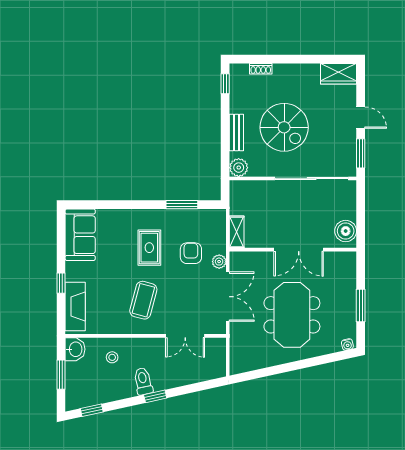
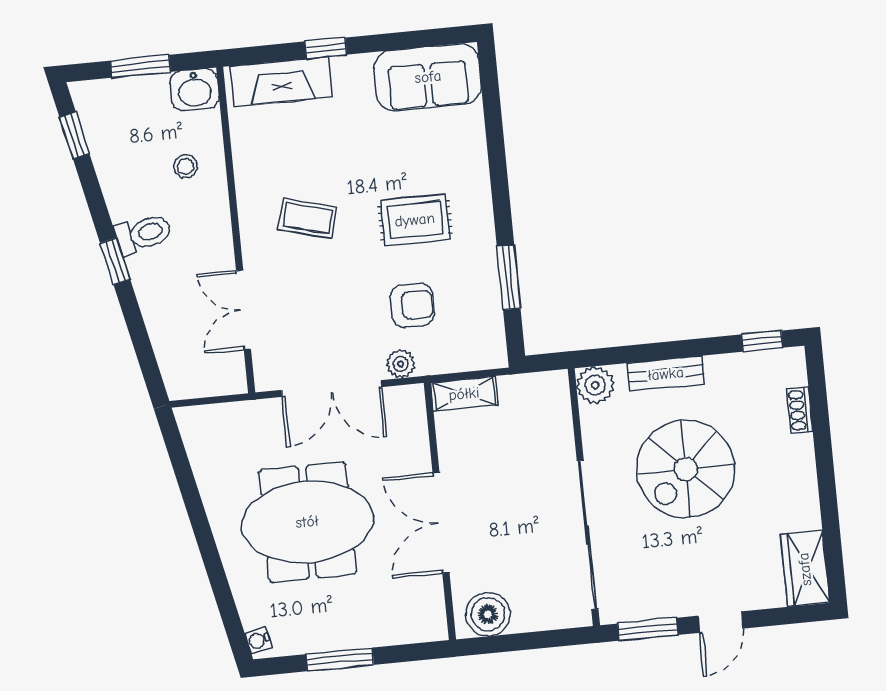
coffee table: (143, 300) -> (308, 218), width x0.73, depth x0.77

